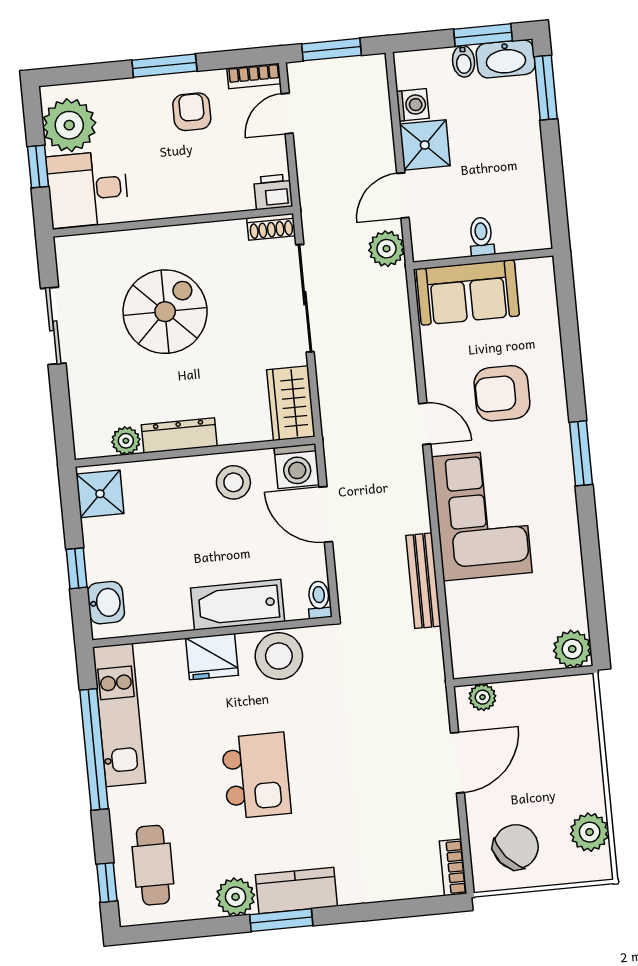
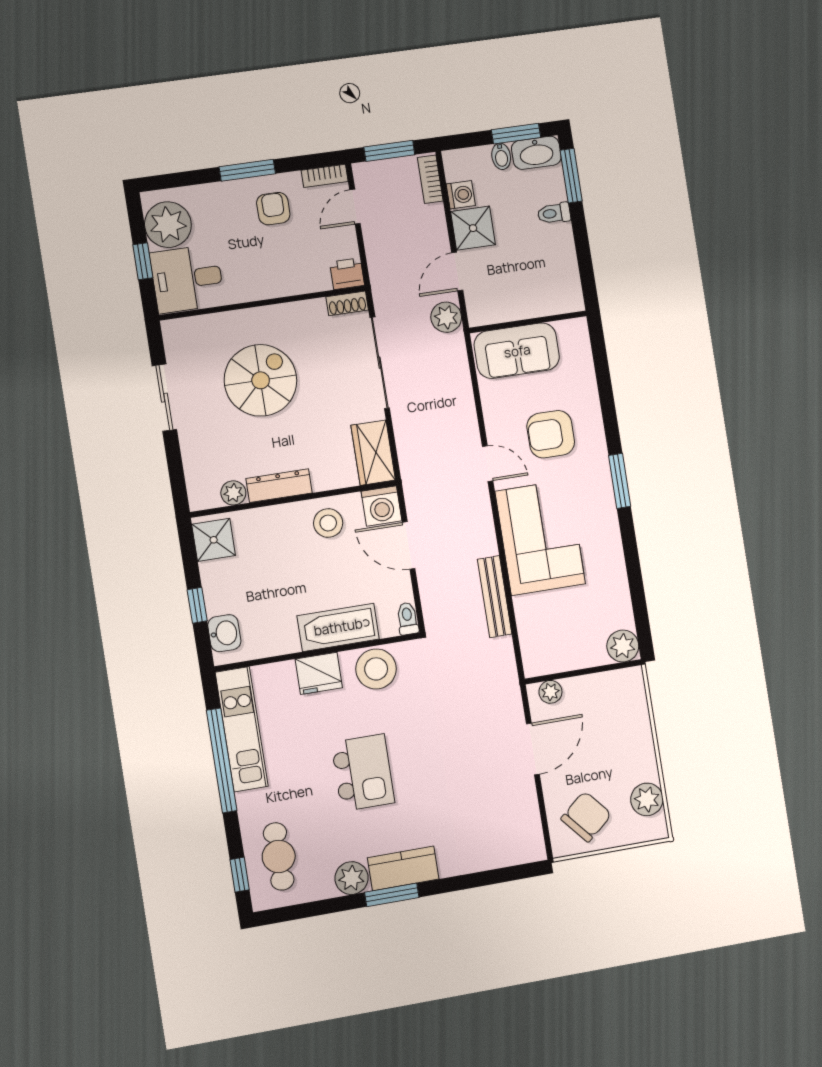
toilet: (481, 237) -> (554, 213), moved, turned -90
bookcase: (453, 867) -> (430, 179), moved

